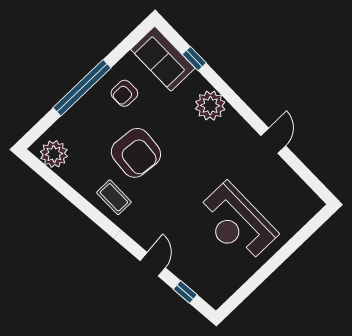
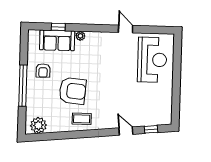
sofa: (163, 59) -> (57, 40), moved
plant: (210, 106) -> (80, 36), width x0.53, depth x0.53
reception desk: (236, 223) -> (152, 60), moved, turned -90

